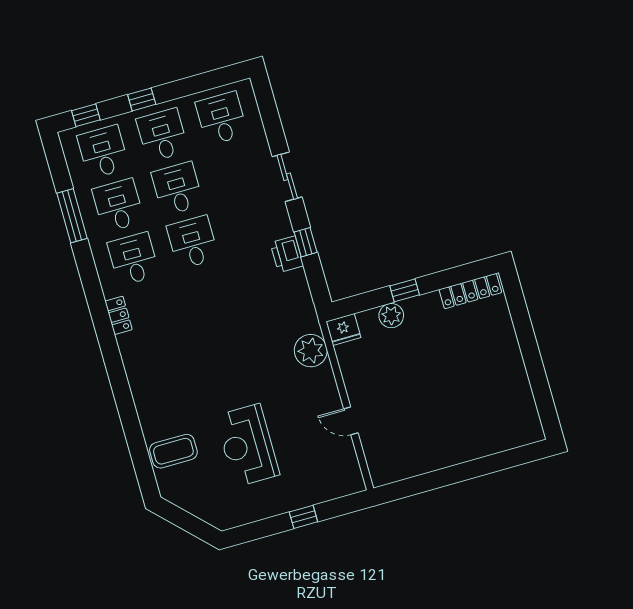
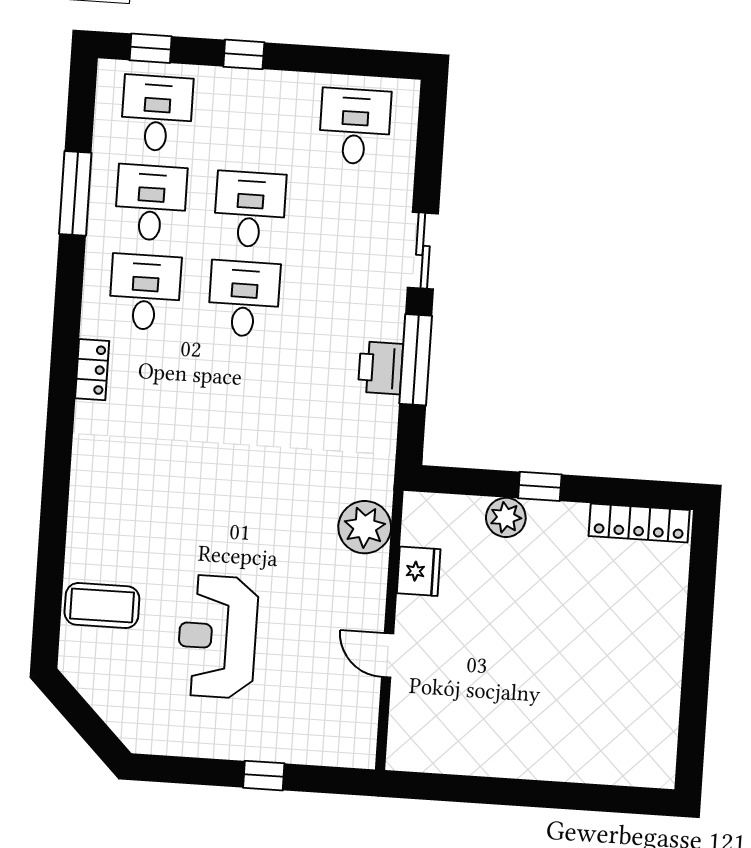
desk: (162, 135) -> (256, 120), removed
window: (306, 242) -> (416, 360), width x2.17
fridge: (343, 329) -> (419, 571), moved, turned -90

